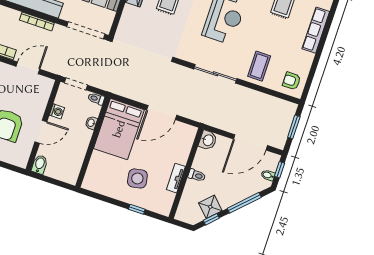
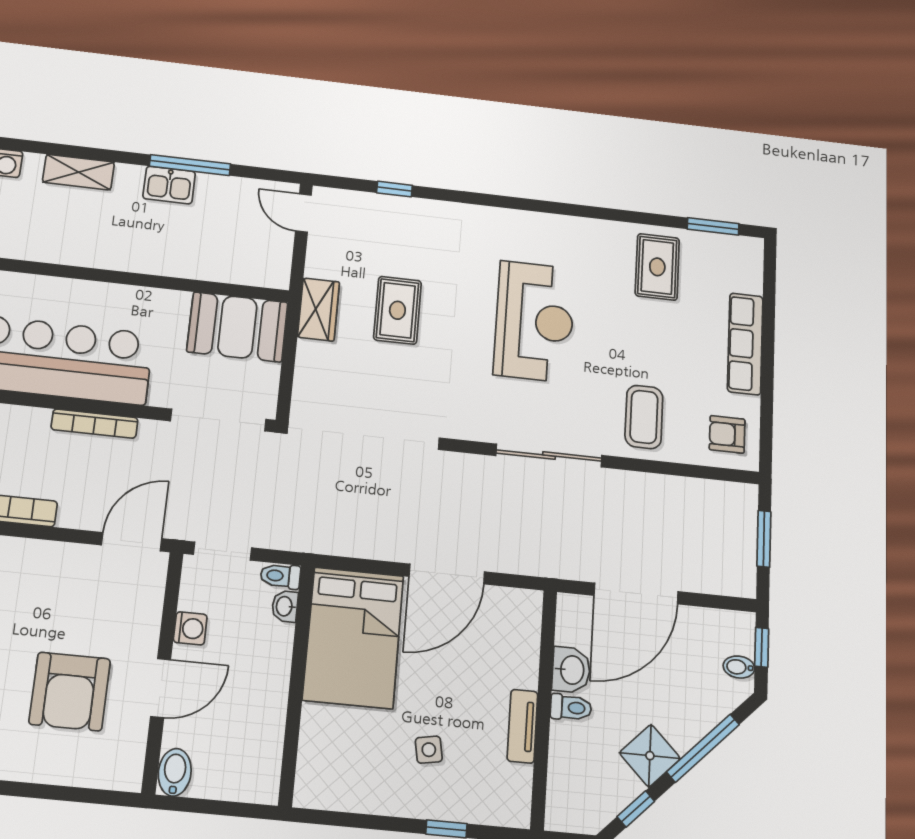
row of seats: (316, 30) -> (745, 344), moved
door: (28, 68) -> (132, 542), moved
washbasin: (91, 123) -> (285, 606), moved
washbasin: (208, 140) -> (571, 670), moved
door: (250, 142) -> (636, 593), moved
side table: (137, 178) -> (429, 750), width x0.54, depth x0.54
shower: (210, 207) -> (650, 756), moved

